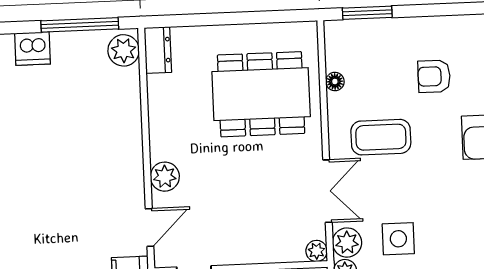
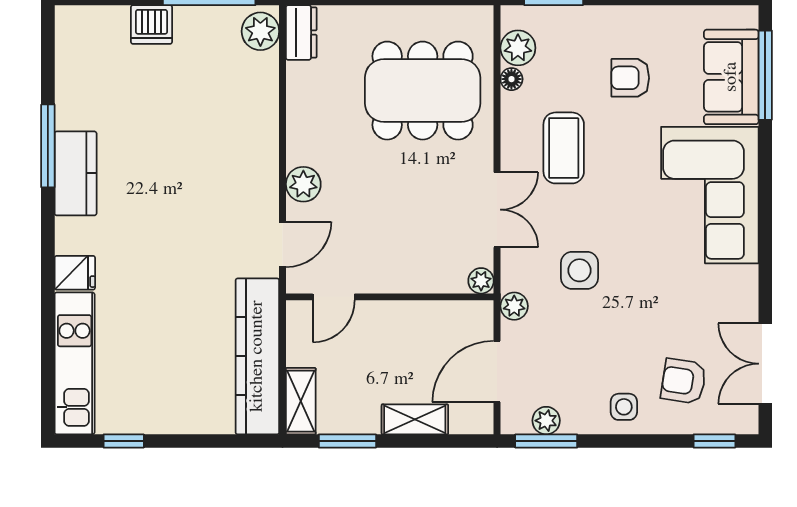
coffee table: (381, 137) -> (564, 148), turned 90
plant: (347, 243) -> (518, 48), moved

